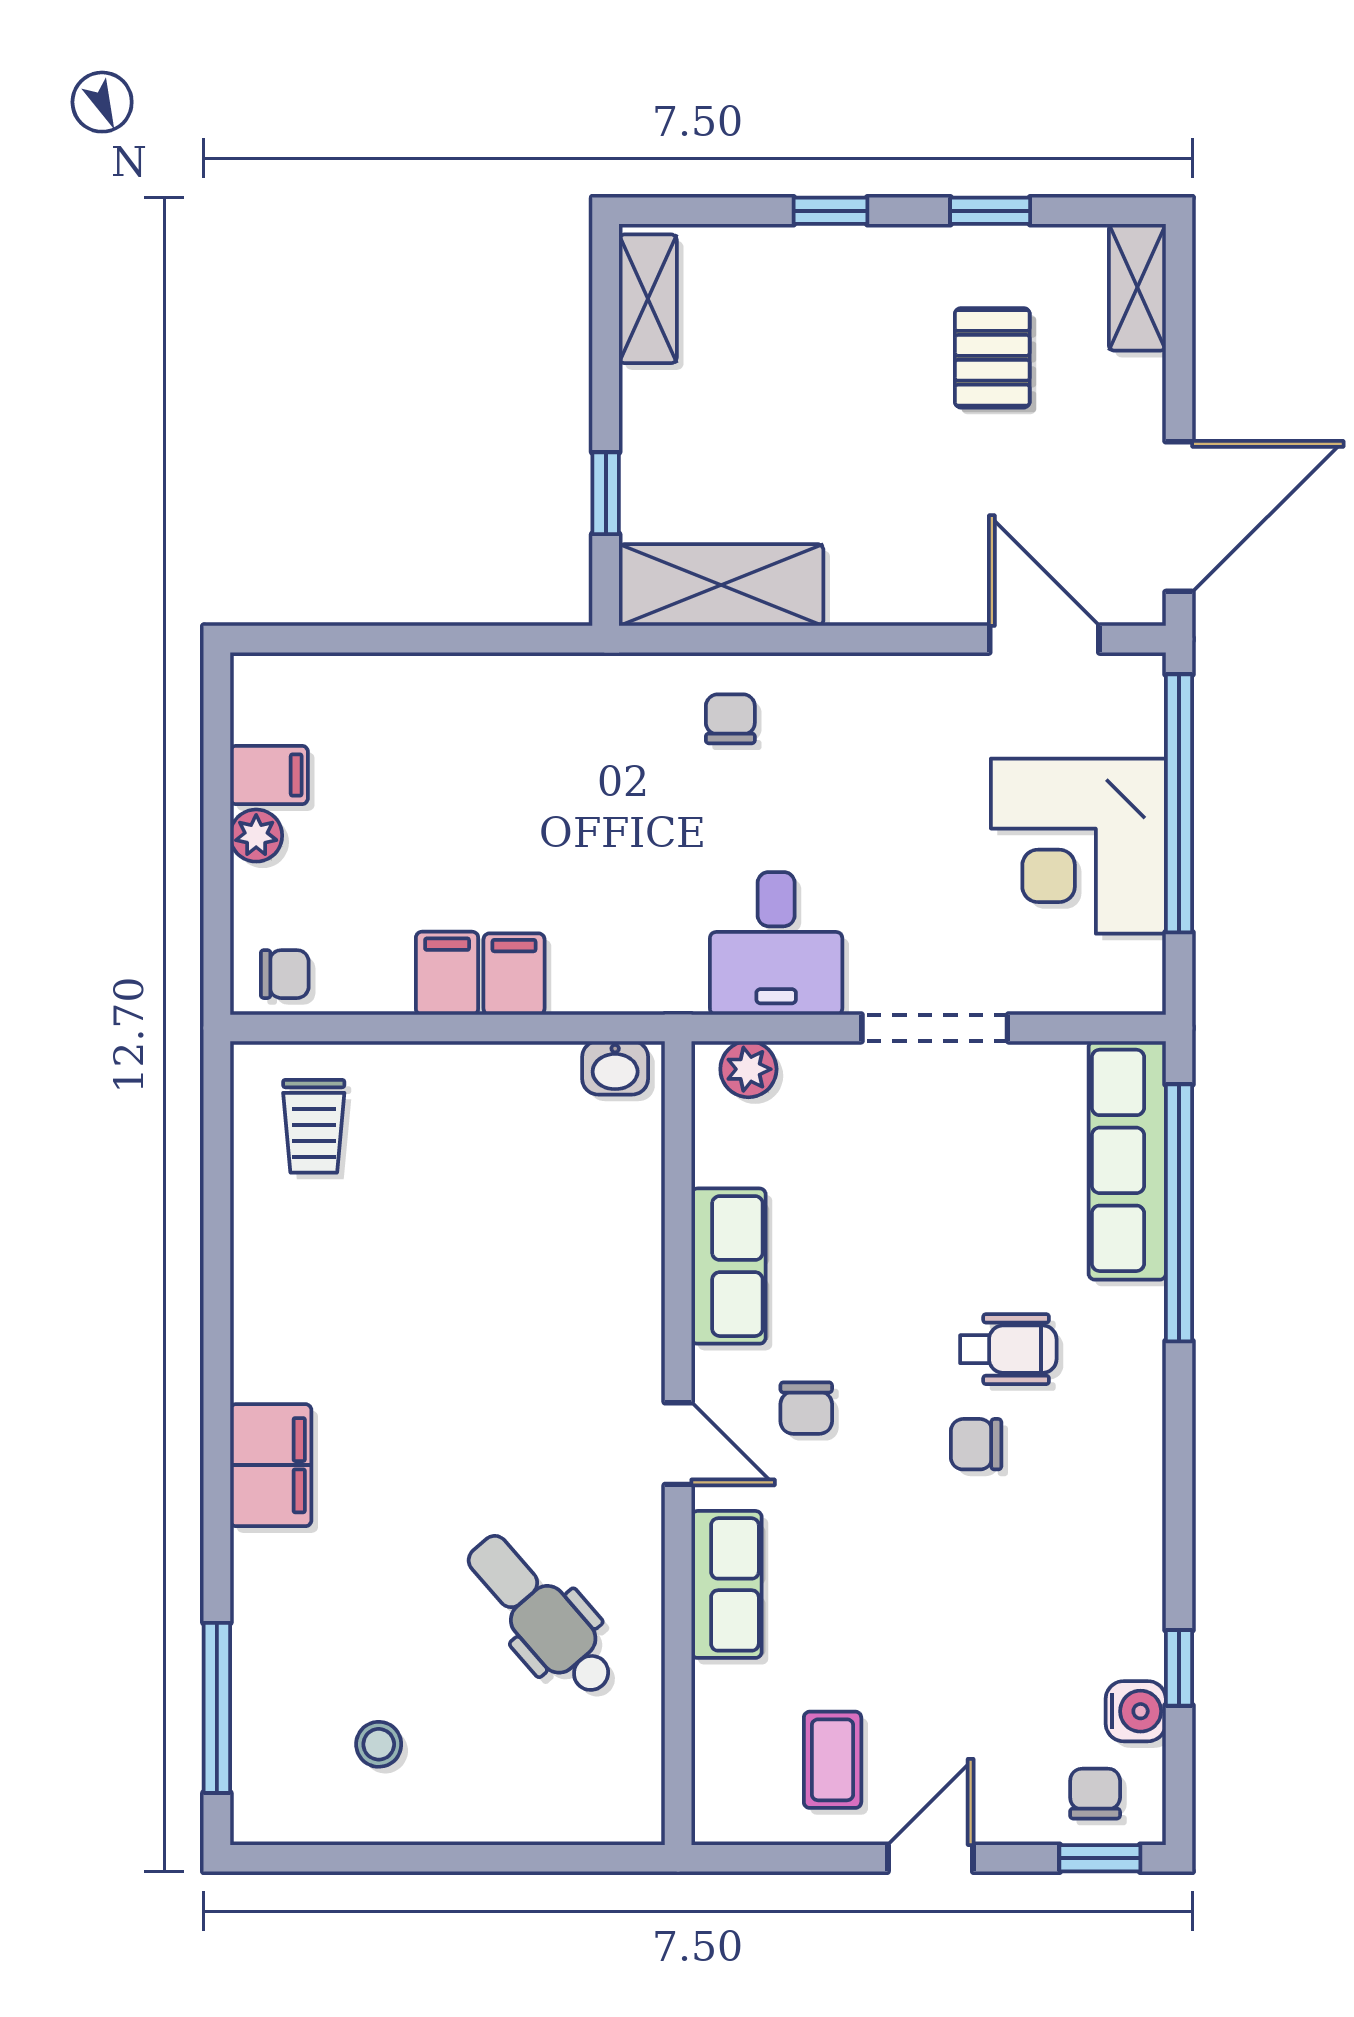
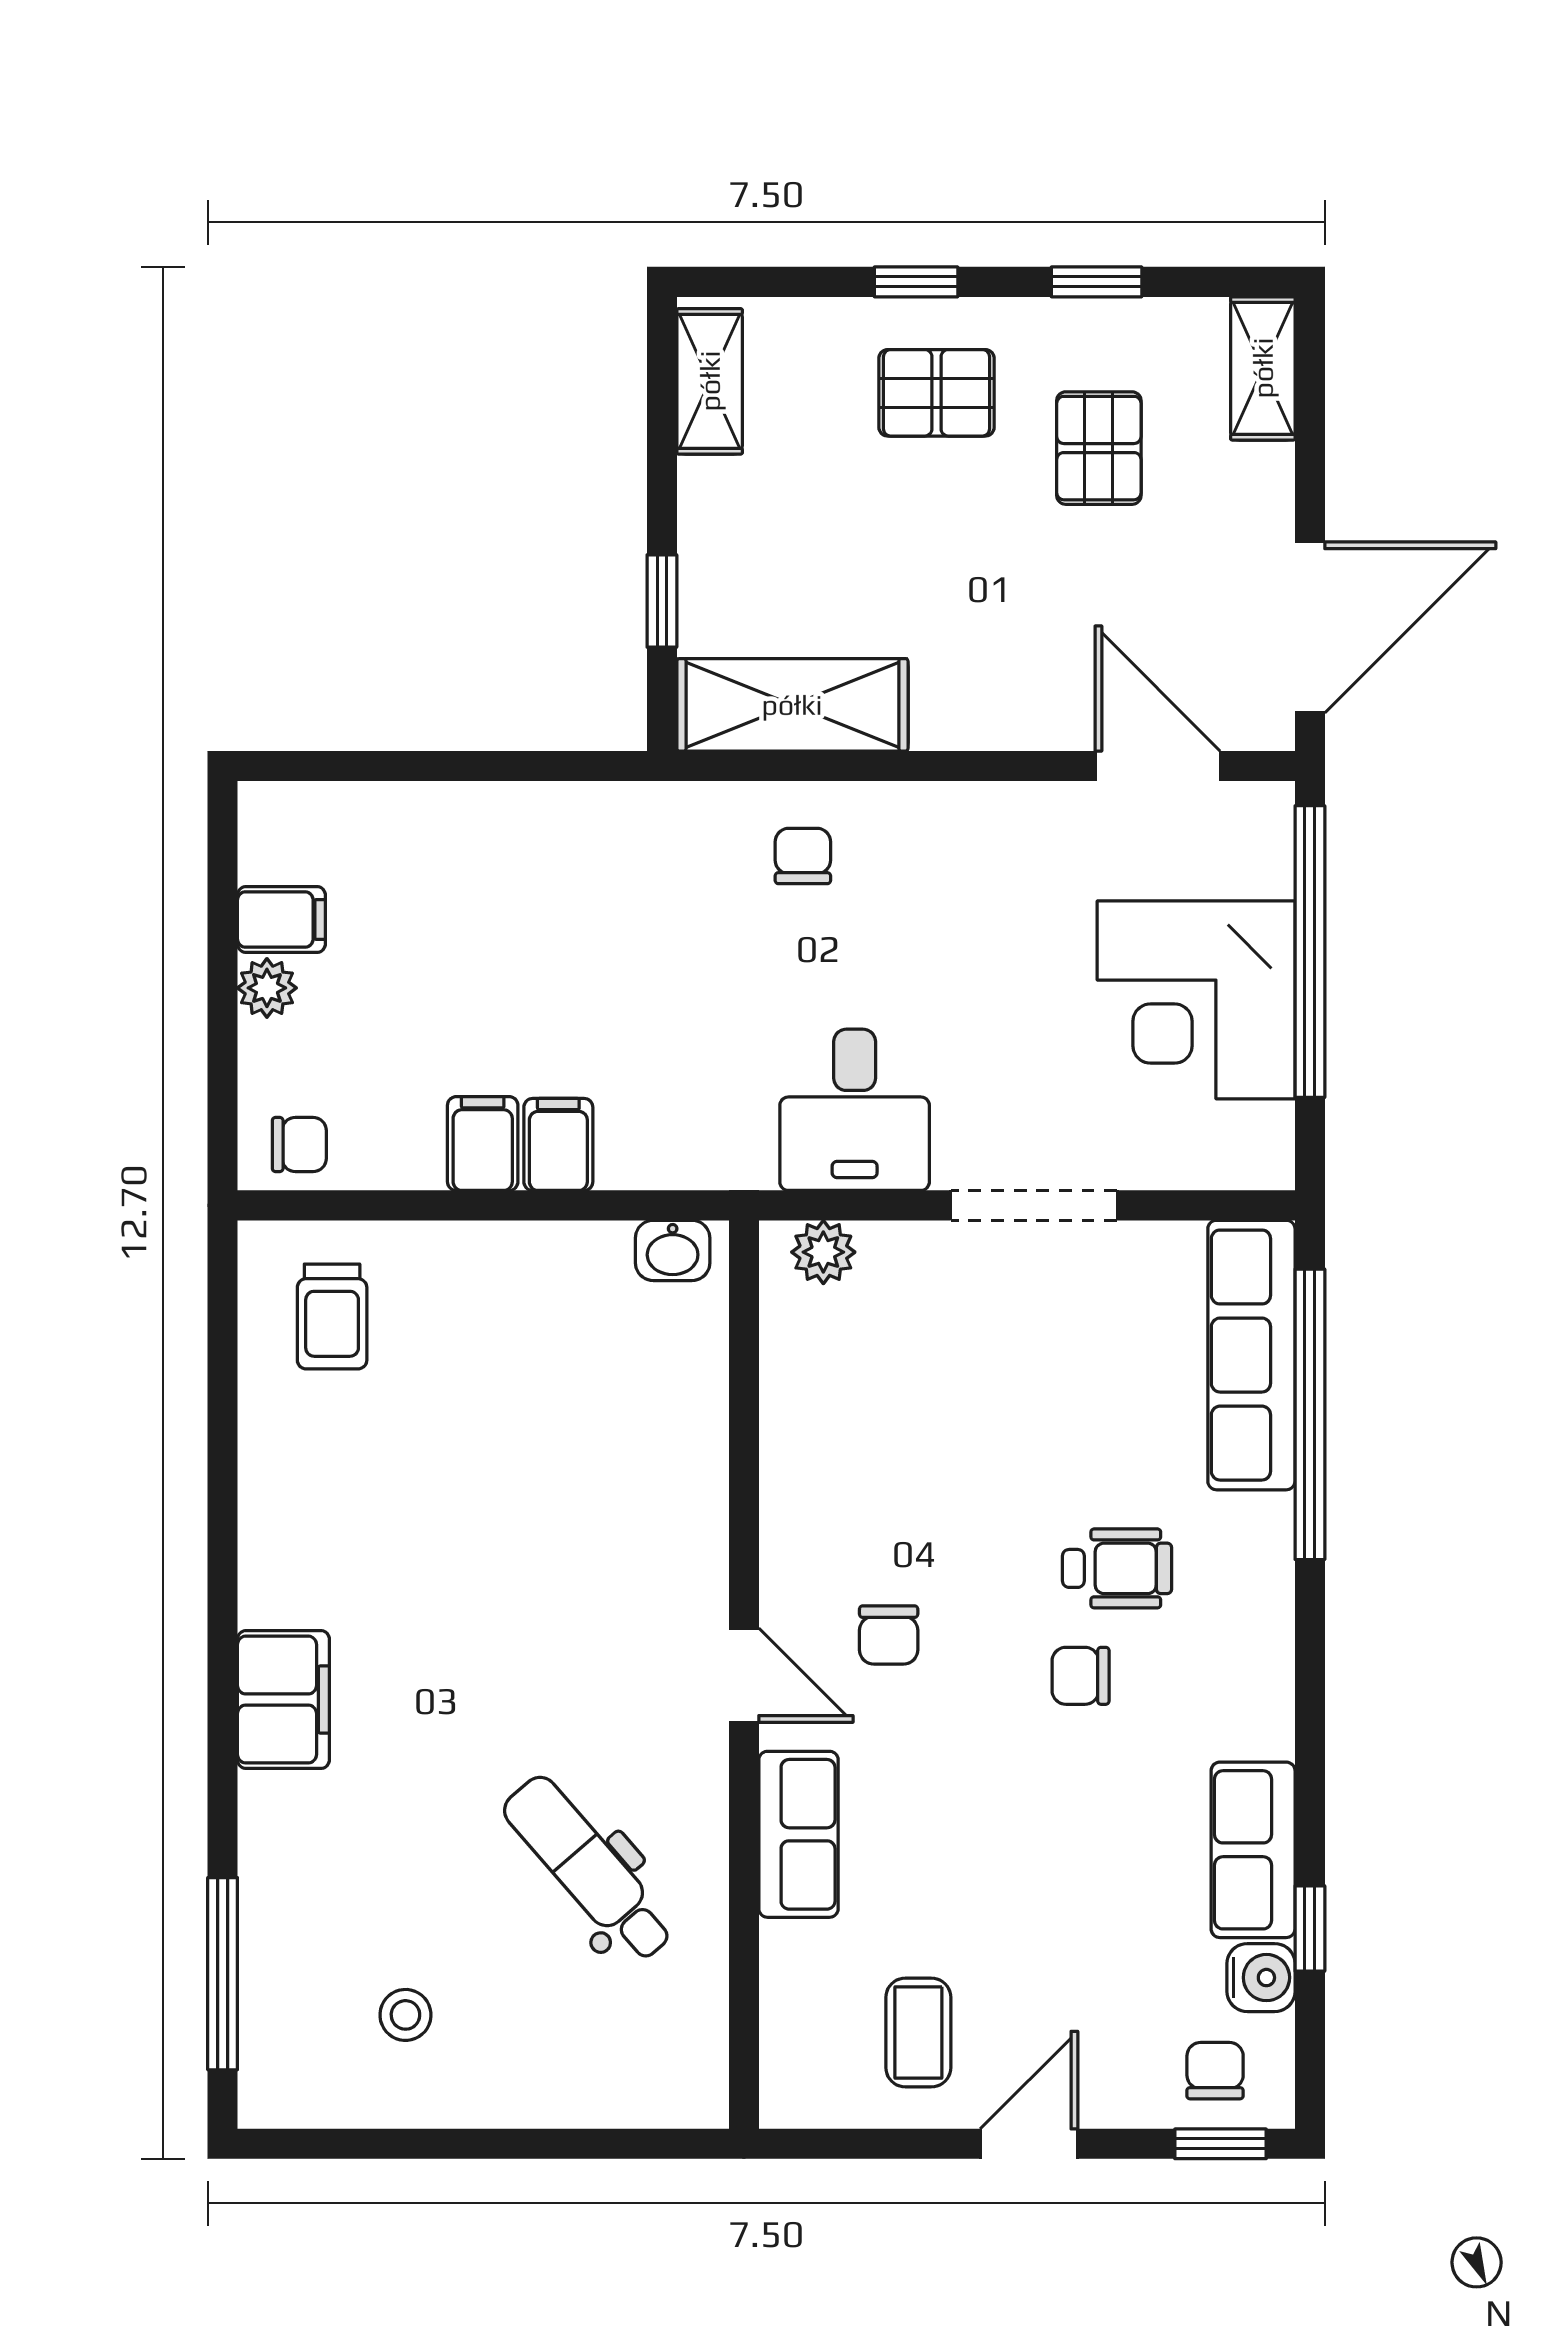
pallet: (849, 309) -> (936, 393), added
row of seats: (728, 1266) -> (1253, 1850), moved, turned 180

